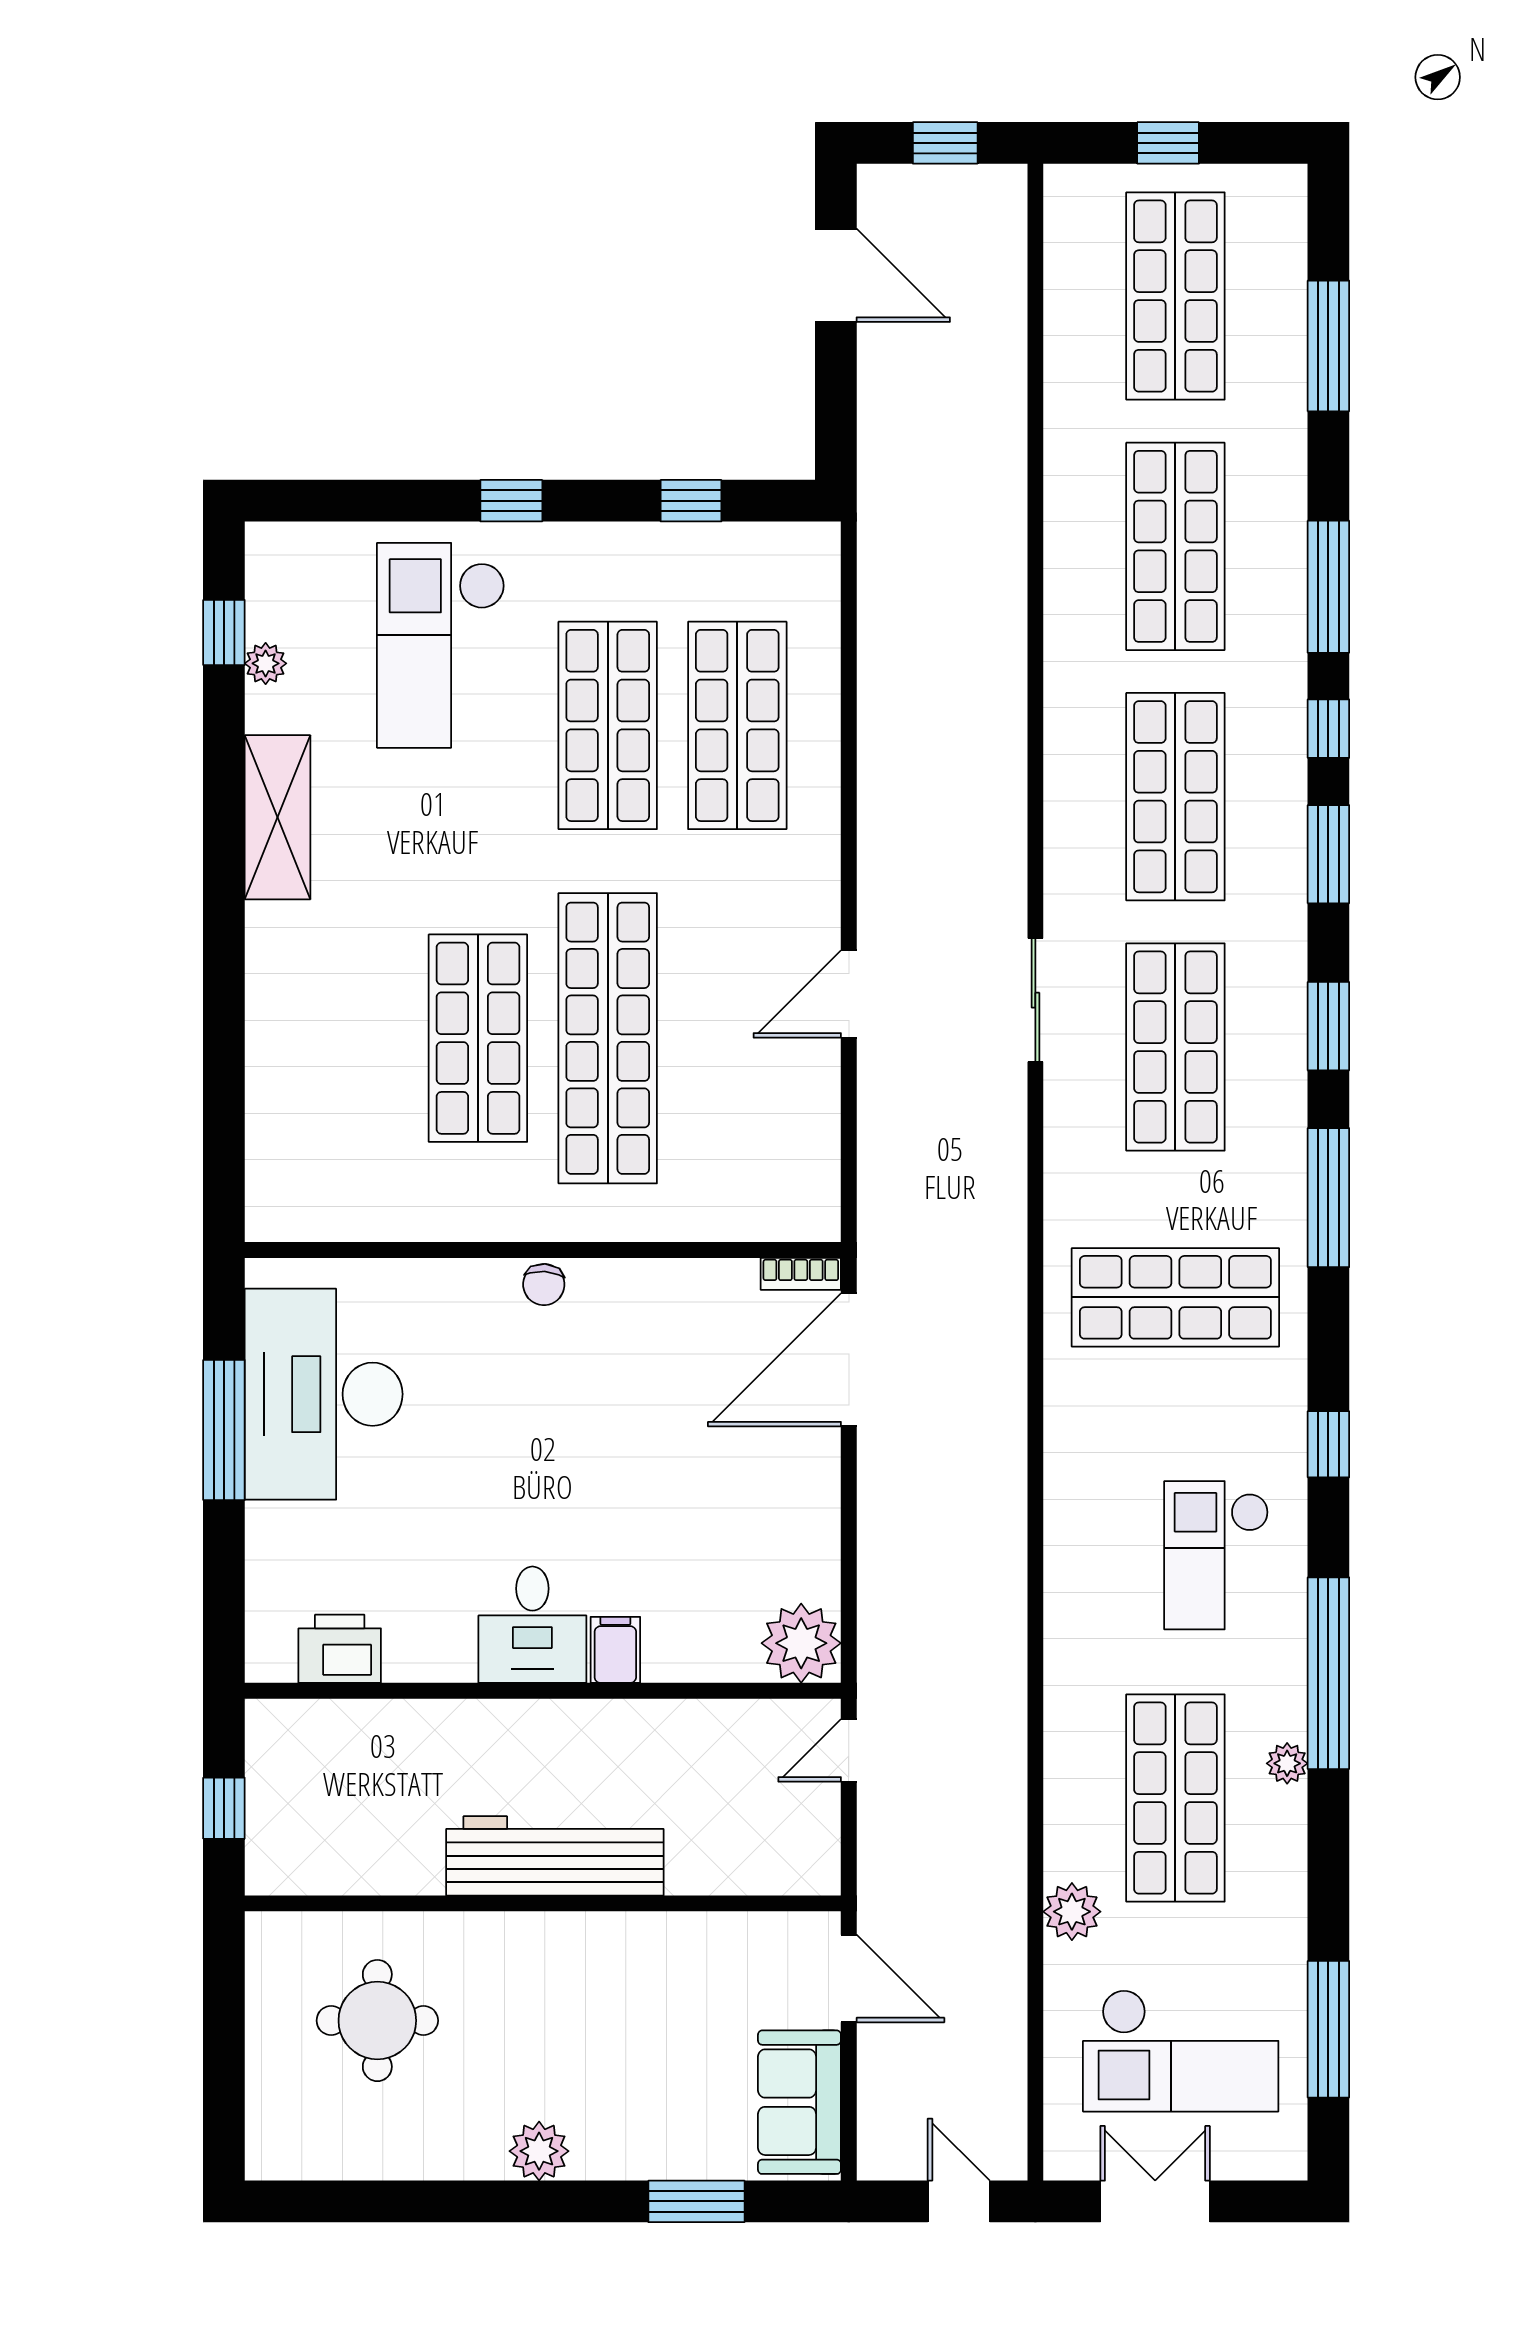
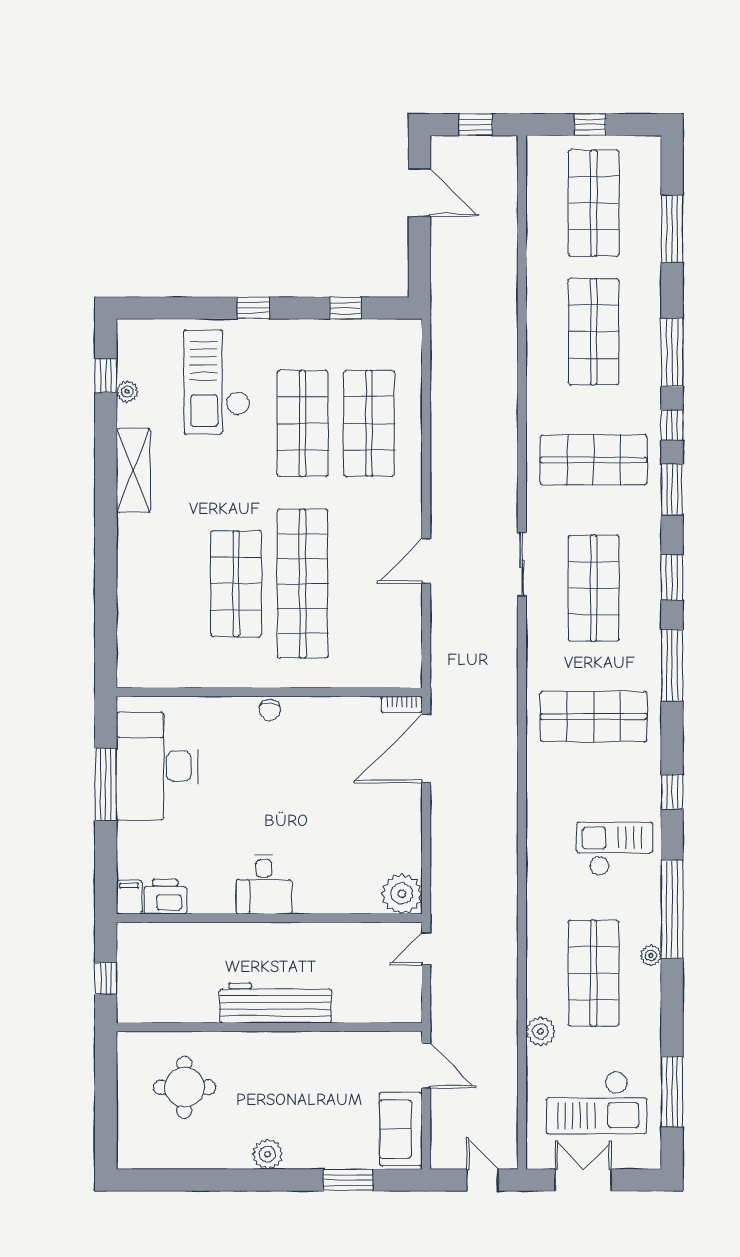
shop shelf: (1175, 797) -> (594, 460), turned 90
checkout: (1216, 1555) -> (615, 849), turned 90
filing cabinet: (615, 1650) -> (129, 897), moved

